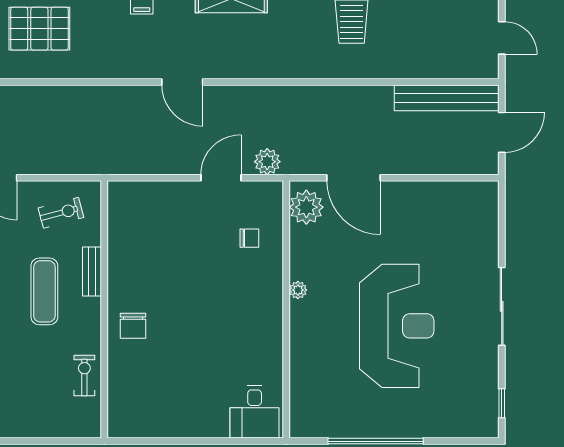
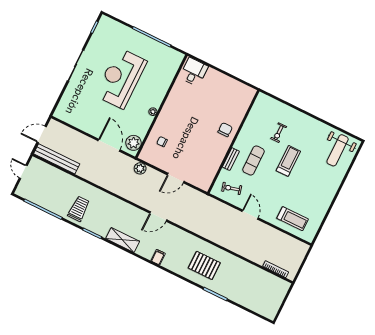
door: (182, 82) -> (158, 217), swing flipped
door: (221, 178) -> (176, 178), moved
exercise bike: (84, 375) -> (279, 133), moved

